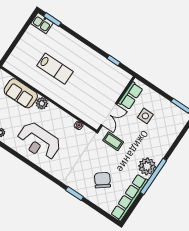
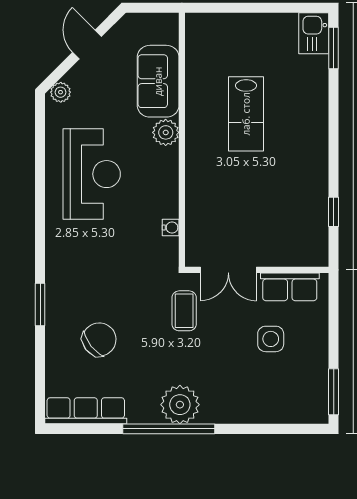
reception desk: (39, 141) -> (92, 174), turned 180
row of seats: (129, 198) -> (86, 411), width x0.73

